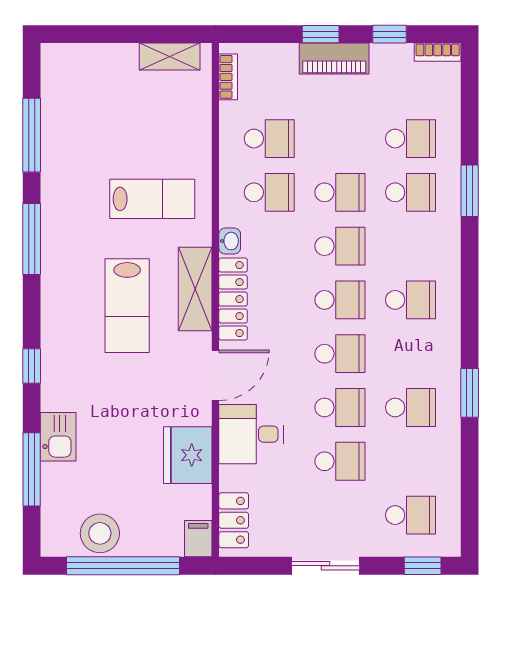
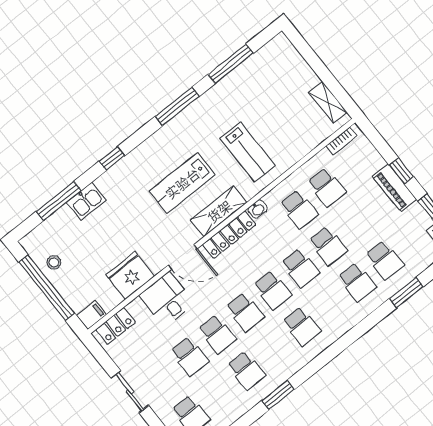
window: (470, 191) -> (406, 293), moved
stool: (100, 533) -> (54, 262), width x0.53, depth x0.53

